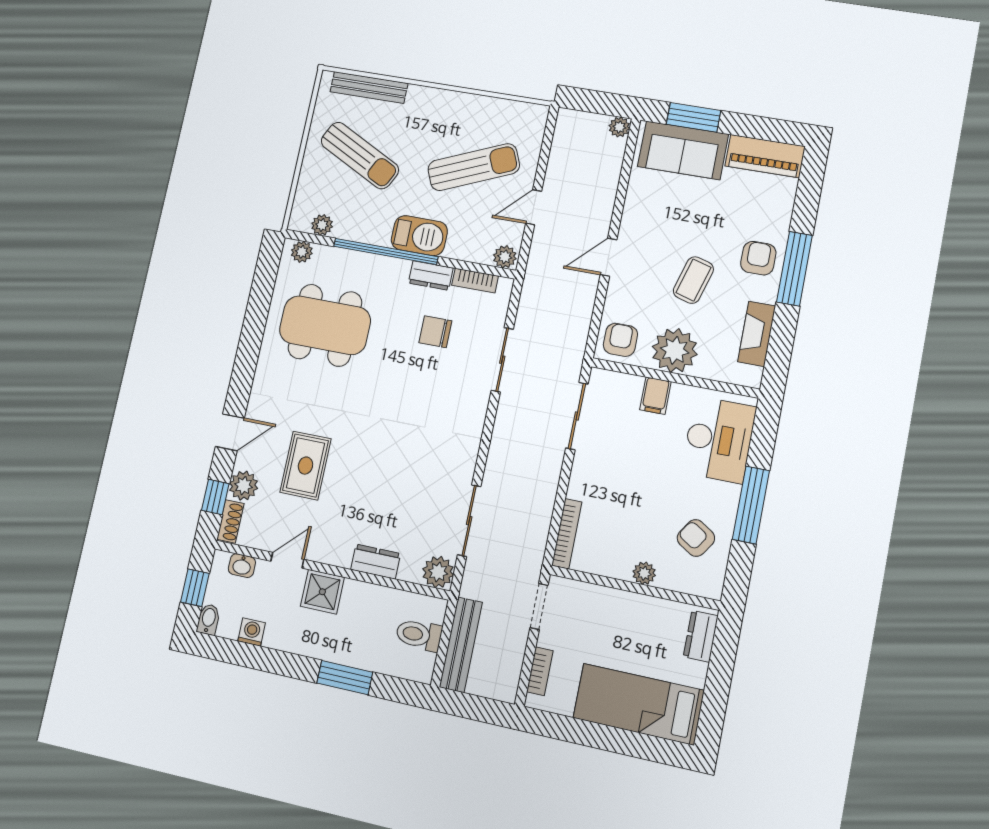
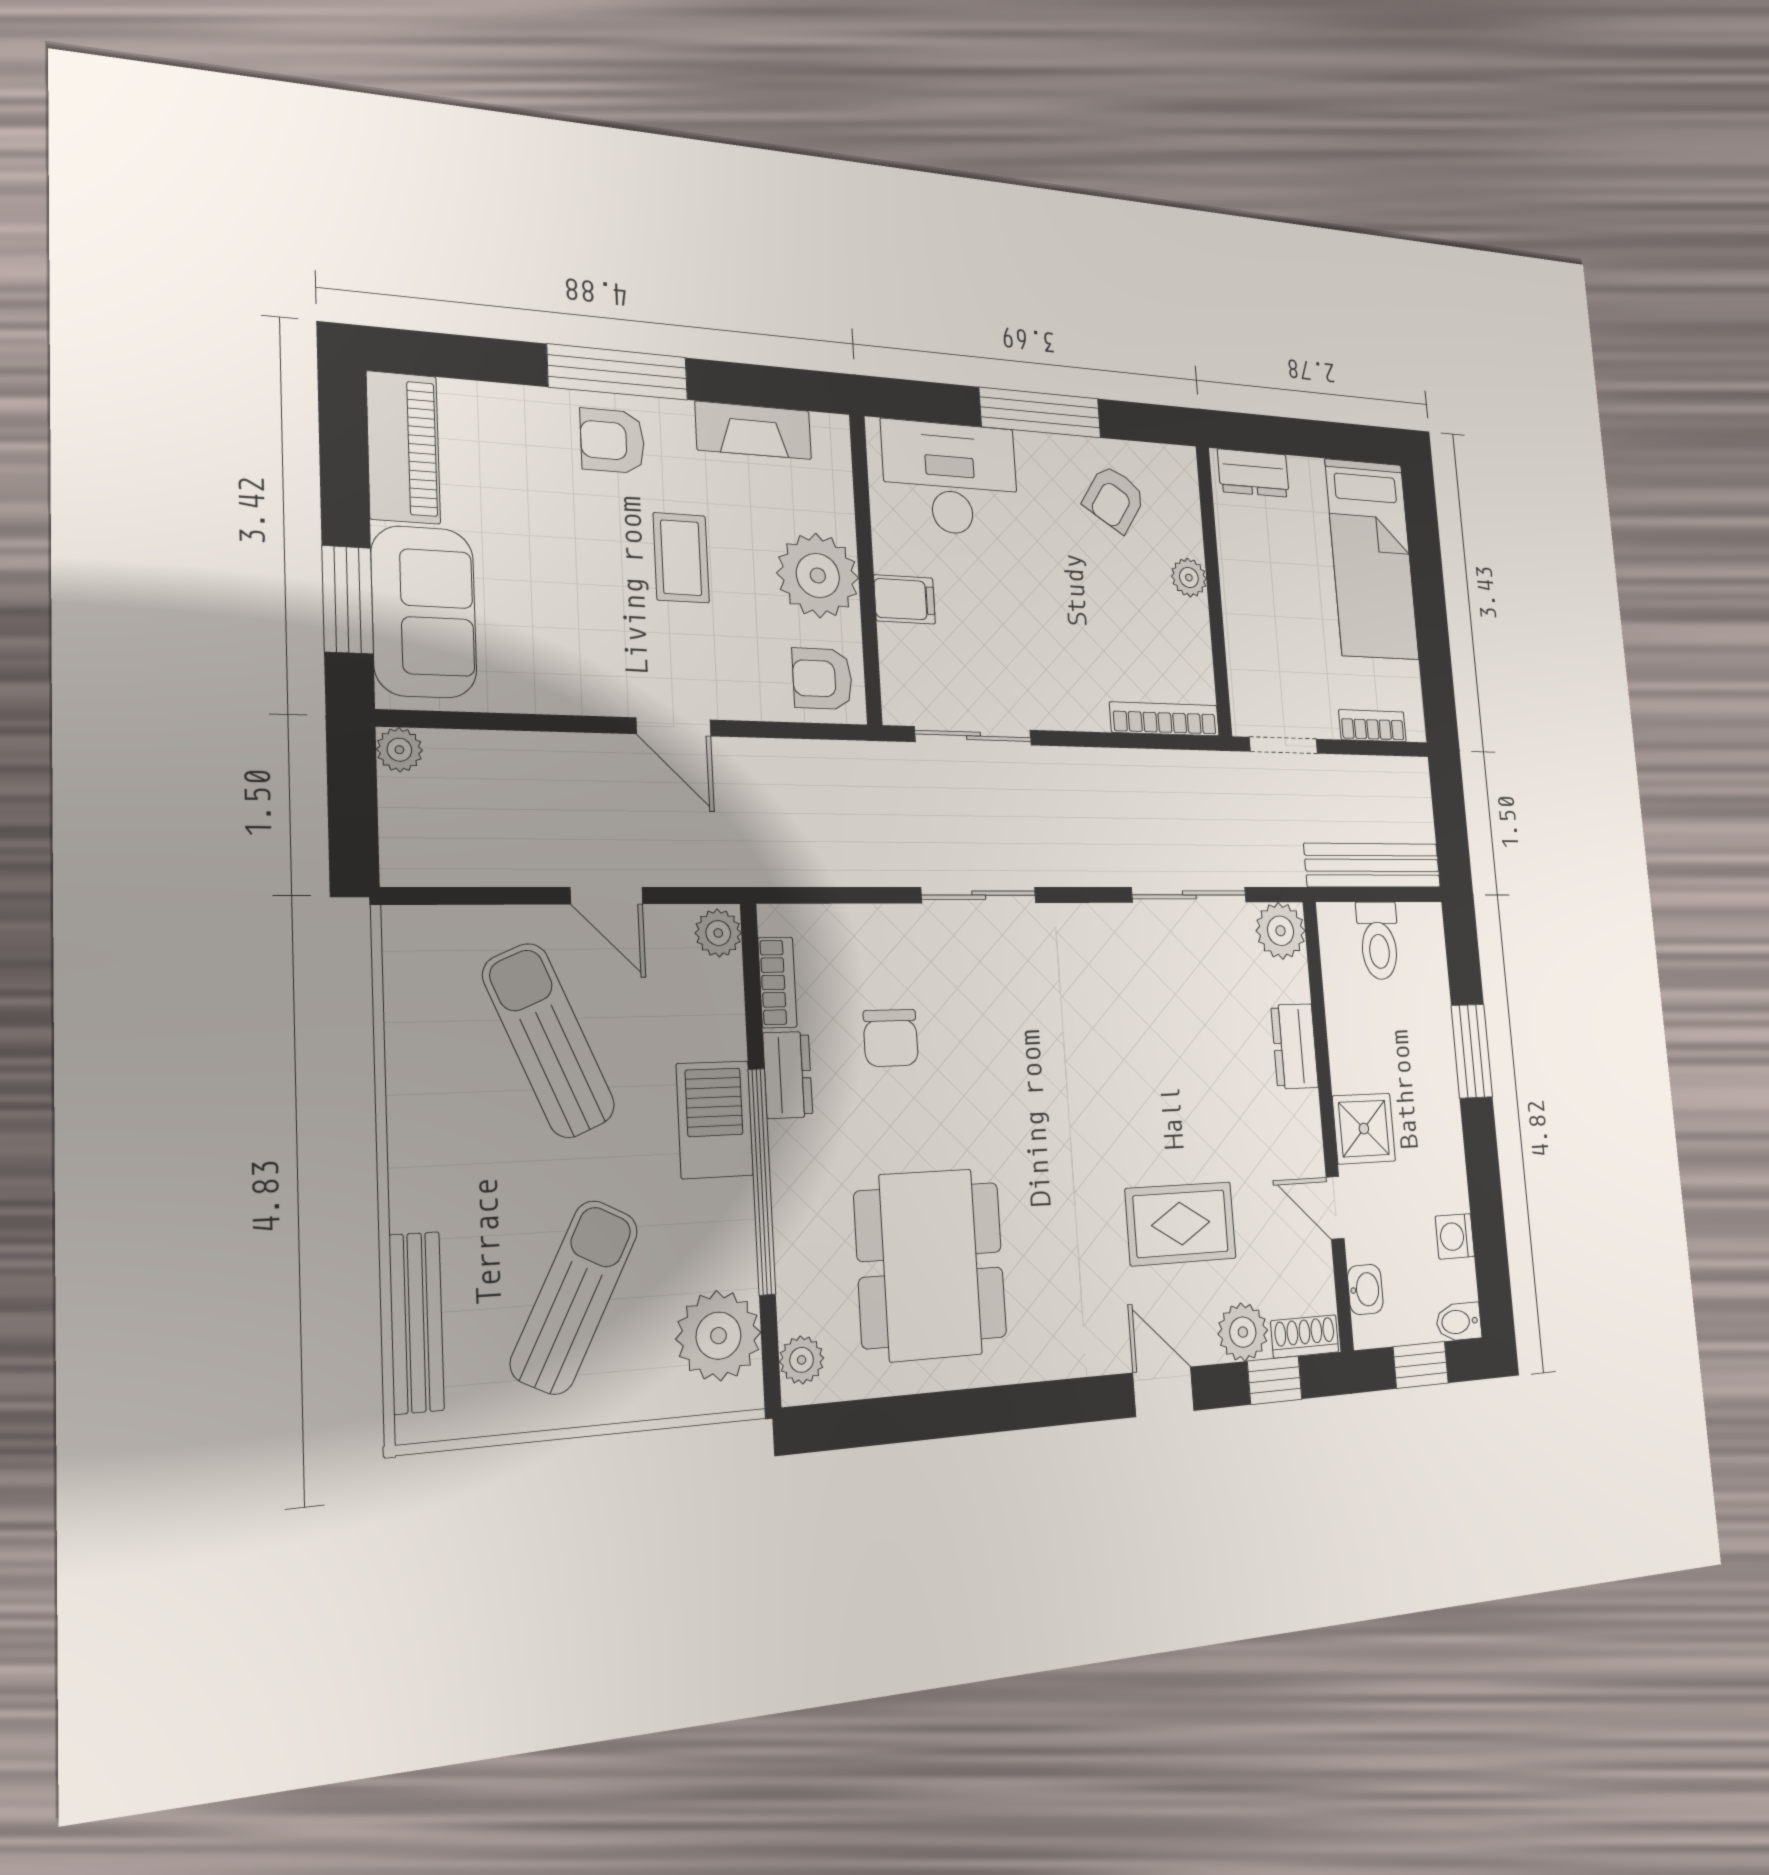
plant: (322, 225) -> (719, 1336), width x1.87, depth x1.87
coffee table: (693, 280) -> (681, 558), turned 74
sliding door: (502, 360) -> (979, 895), moved

